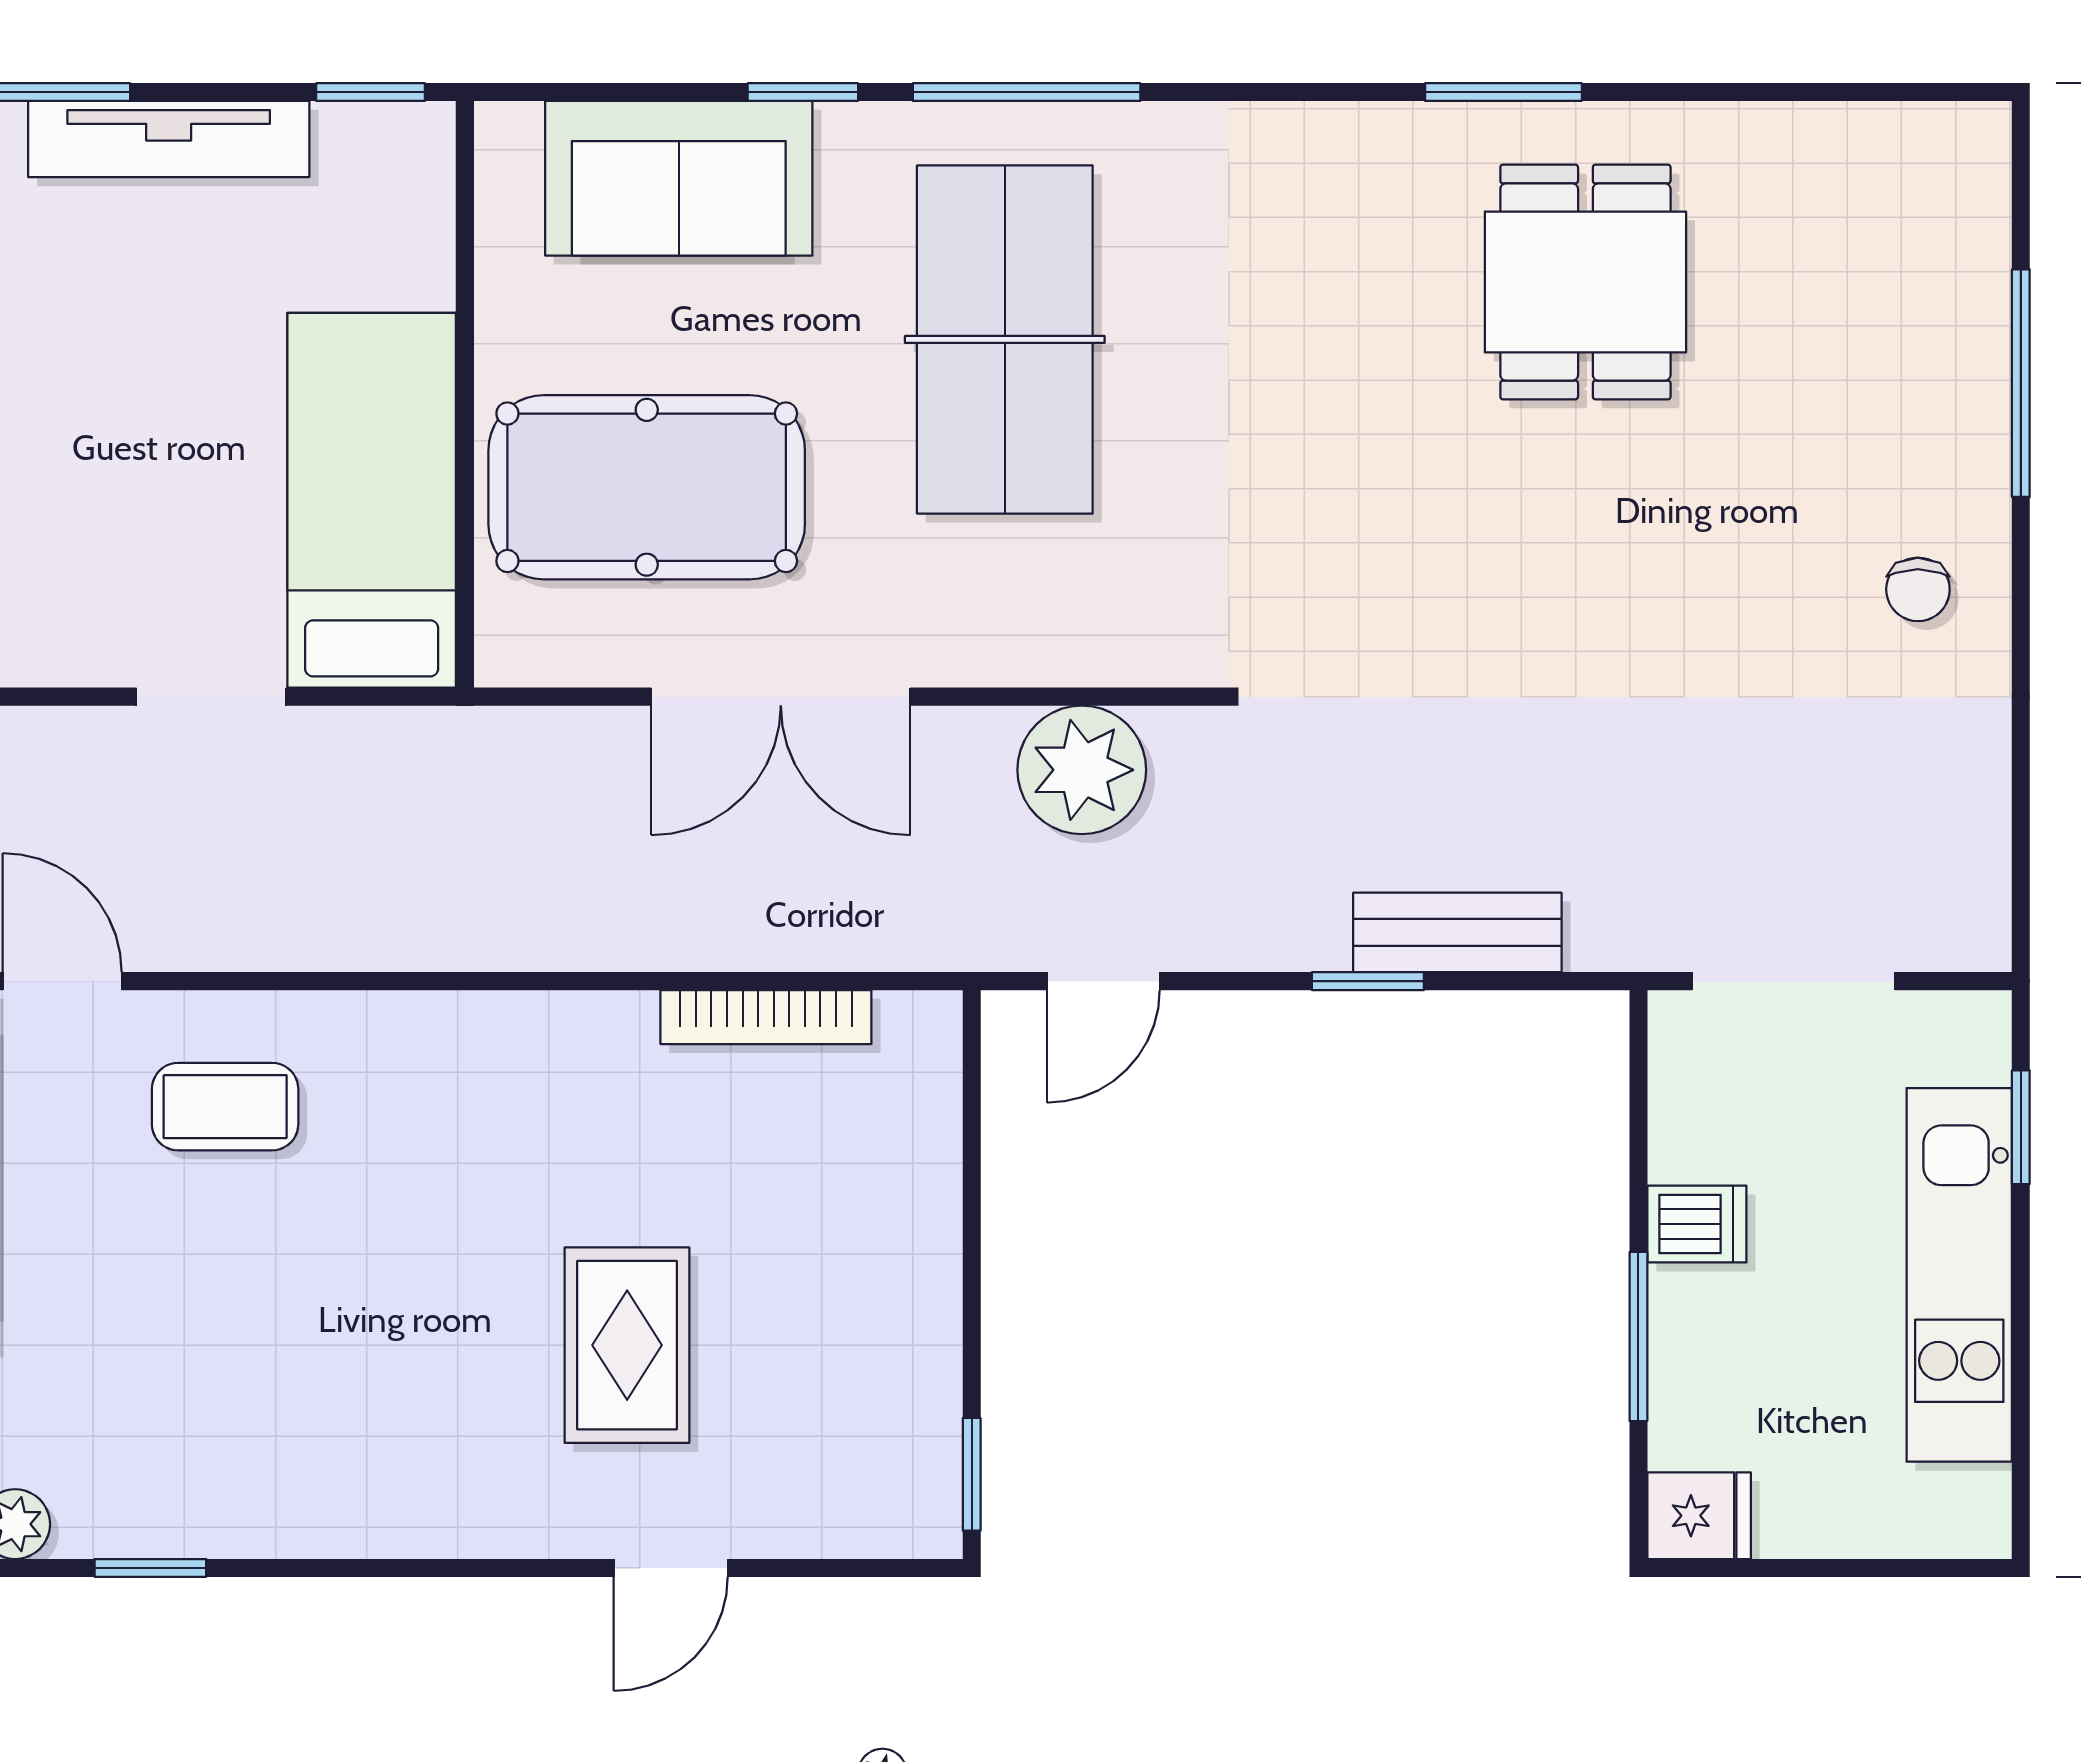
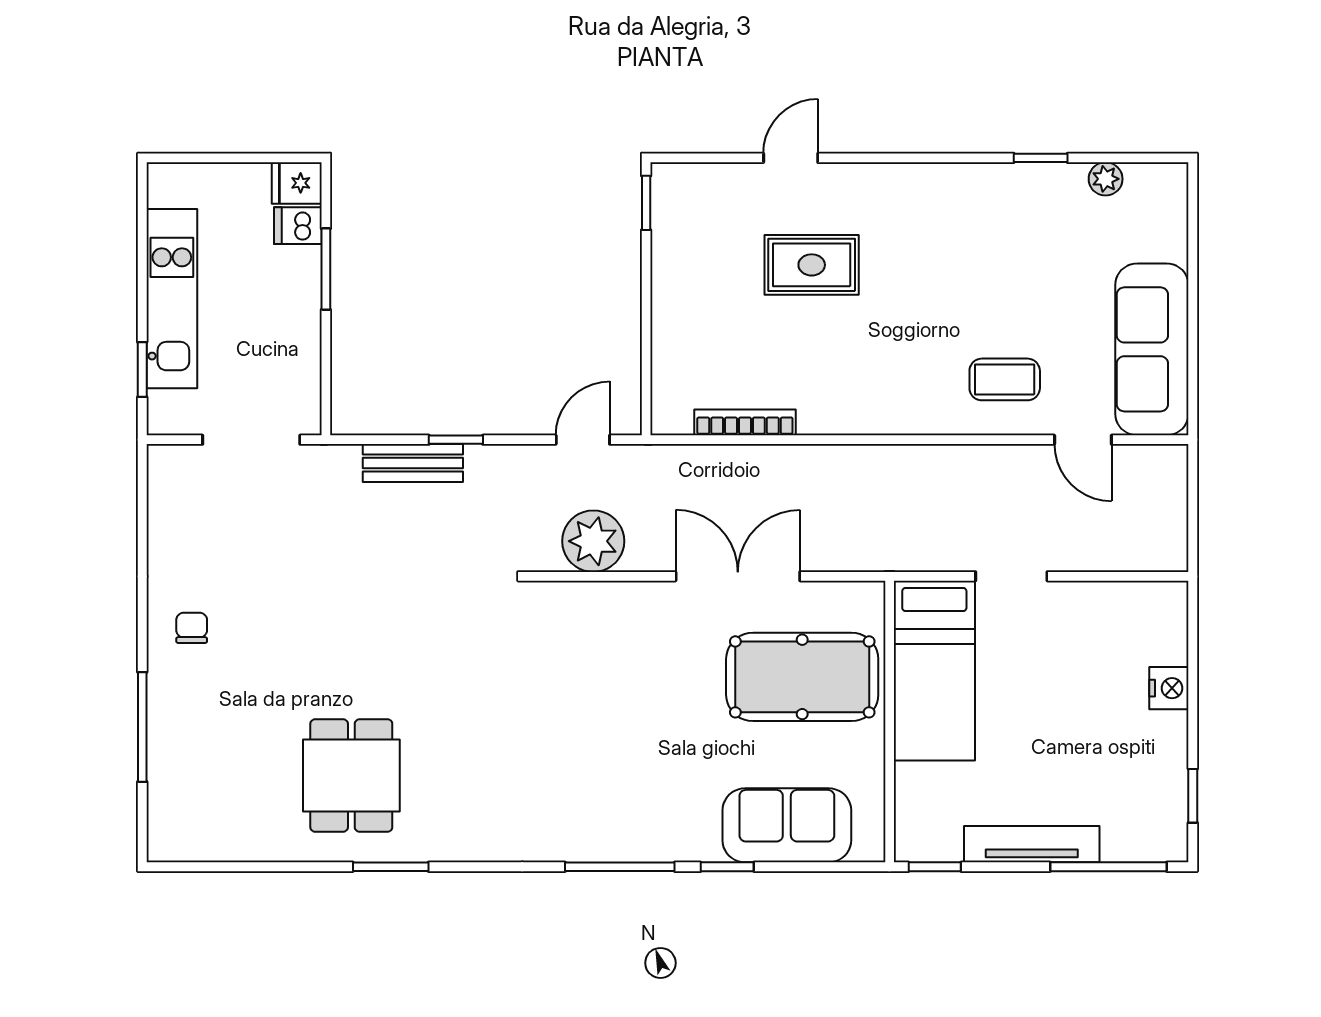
table tennis table: (1005, 339) -> (630, 748), removed
dishwasher: (1697, 1224) -> (298, 226), moved
rug: (627, 1345) -> (812, 265), turned 90

